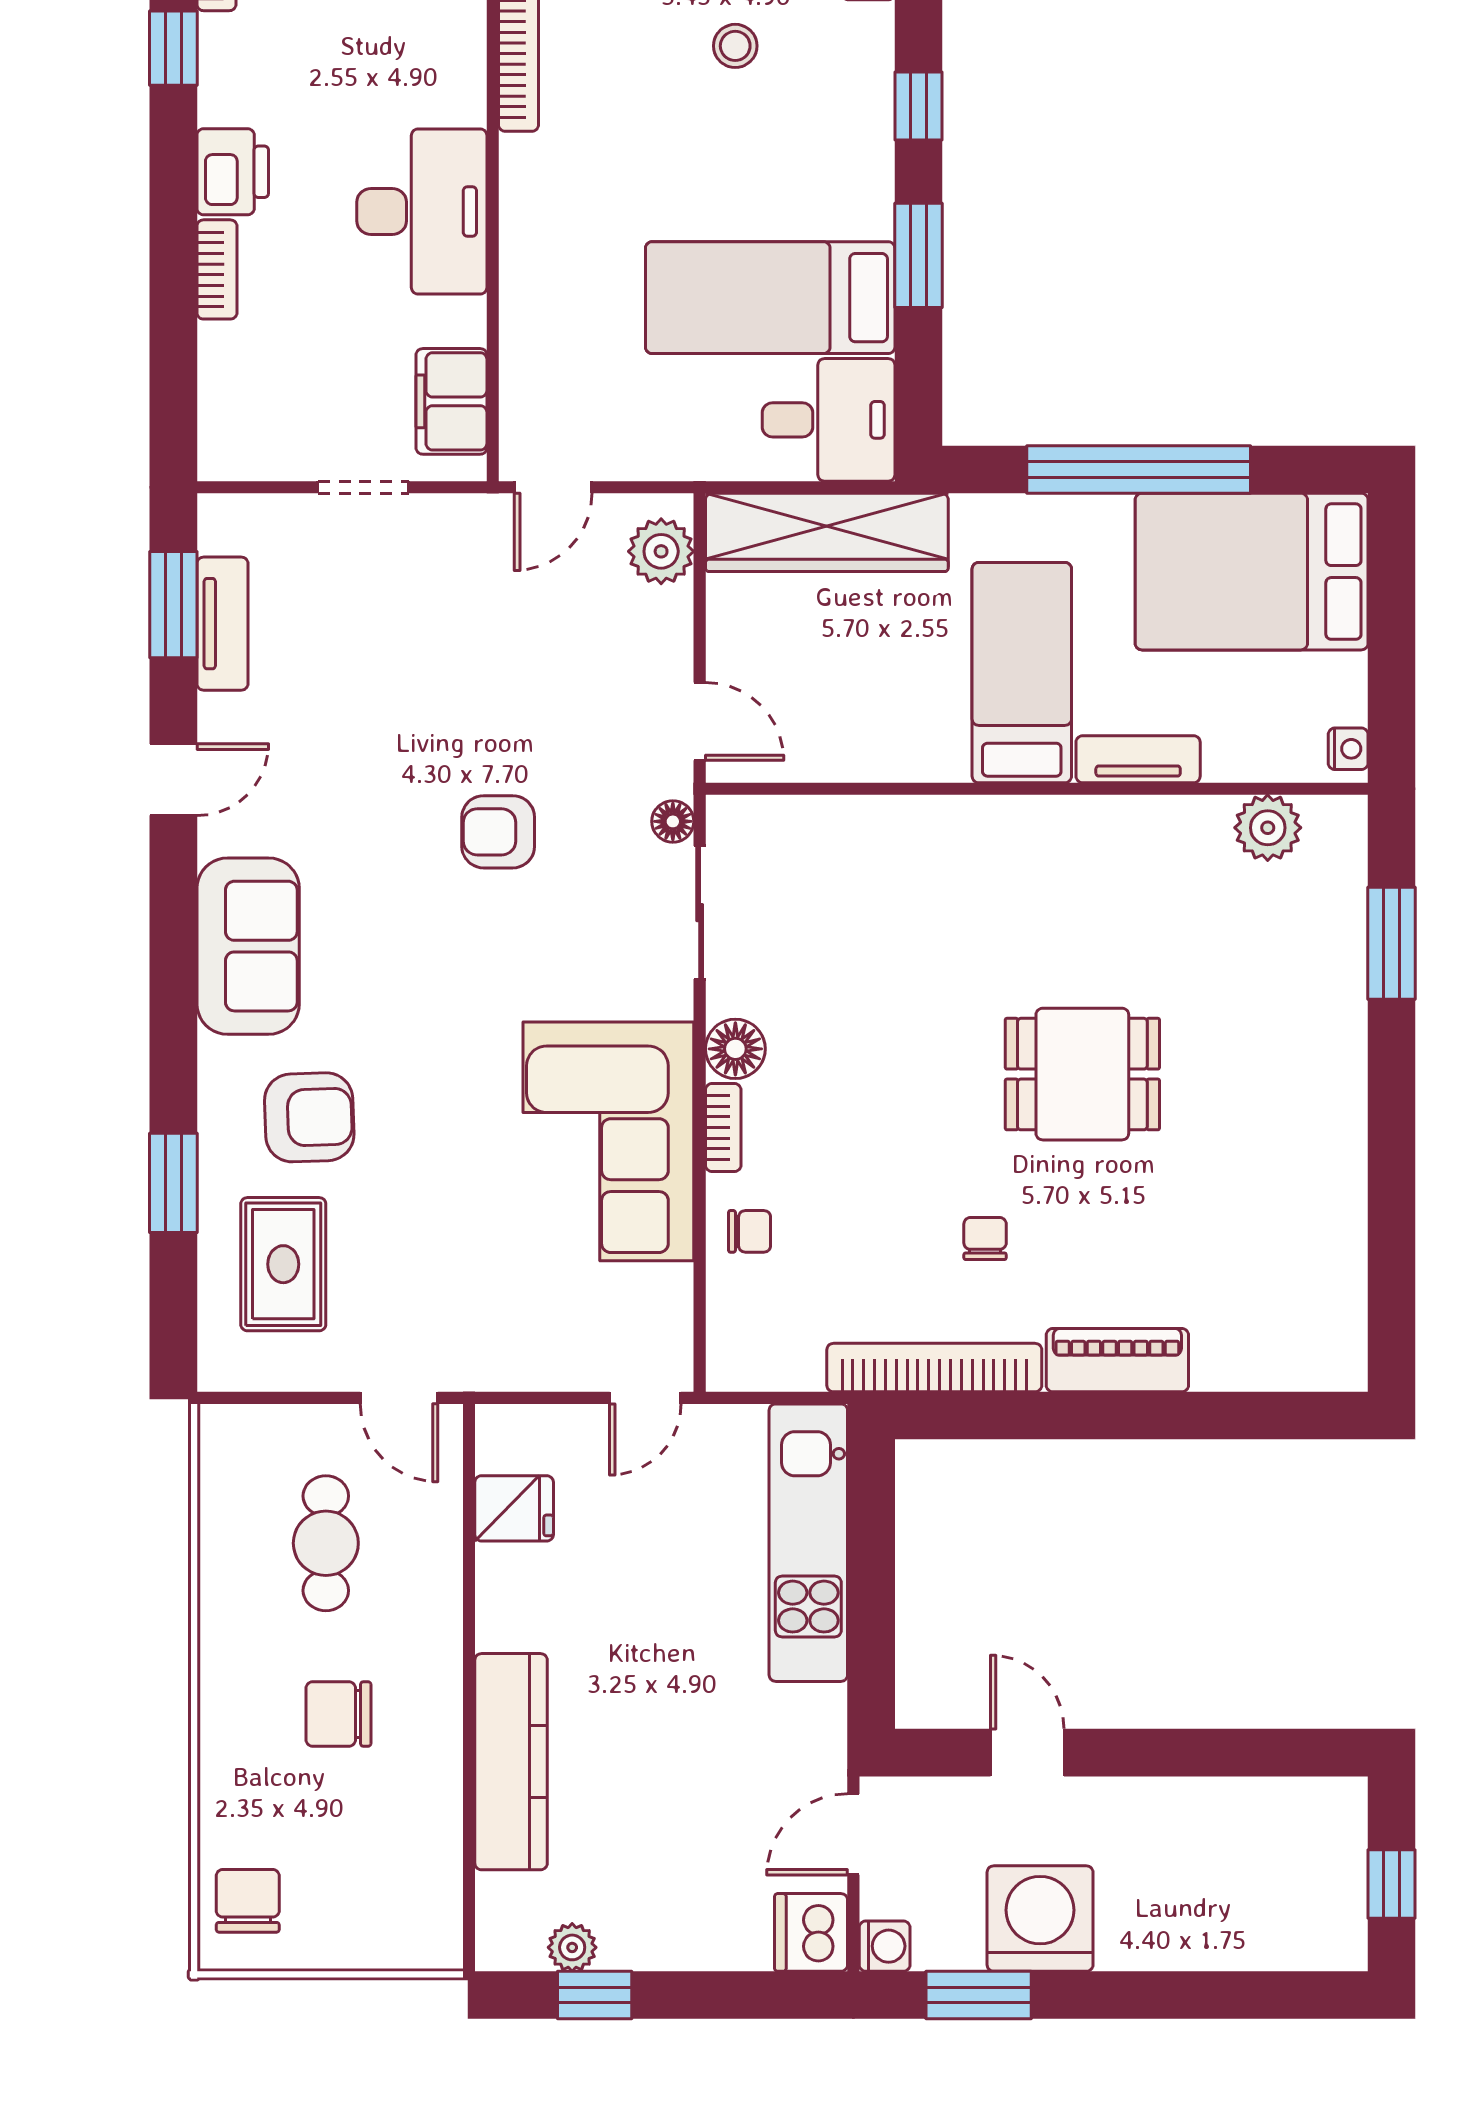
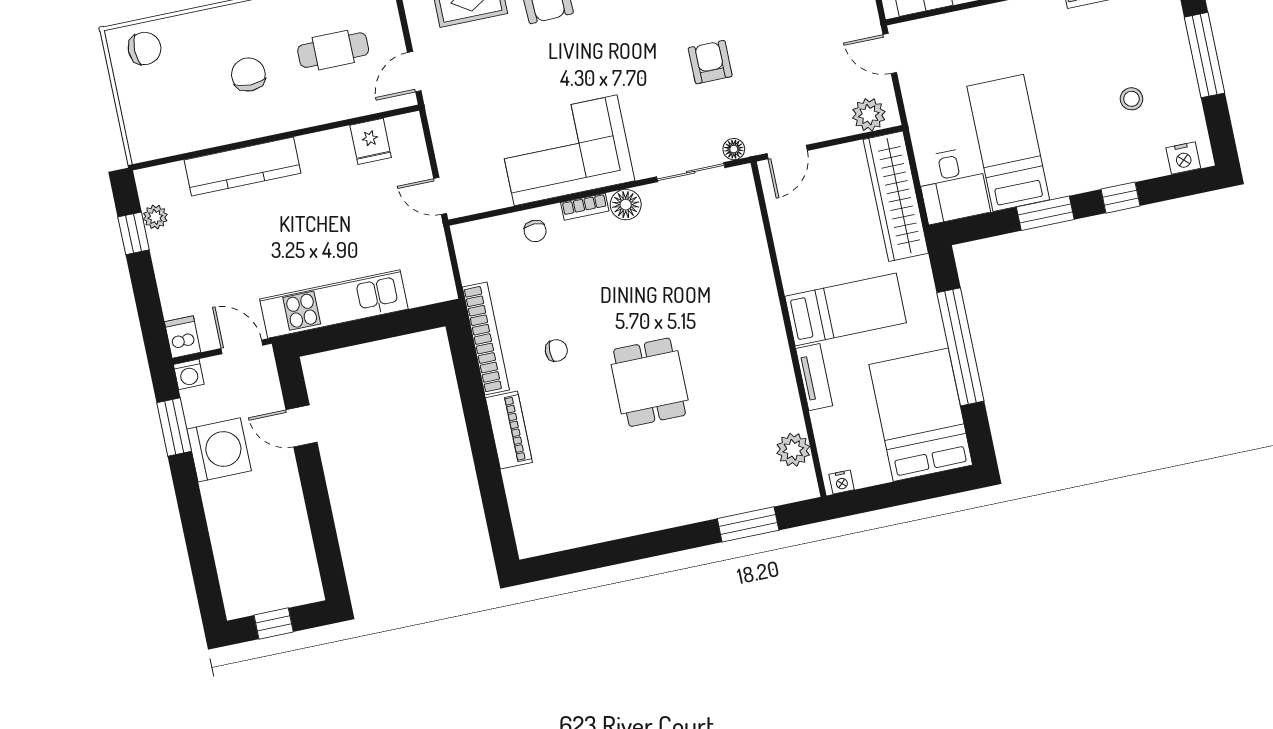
kitchen unit: (808, 1543) -> (334, 304), moved
door: (1027, 1753) -> (301, 426), swing flipped
dishwasher: (811, 1932) -> (183, 337), width x0.73

